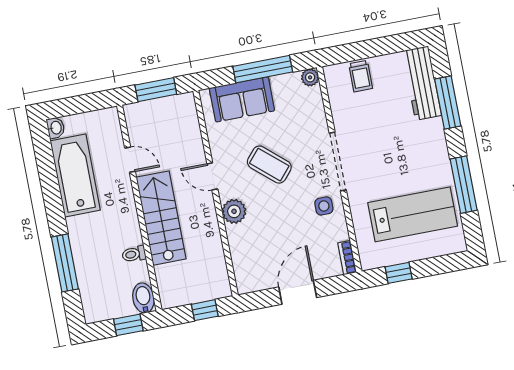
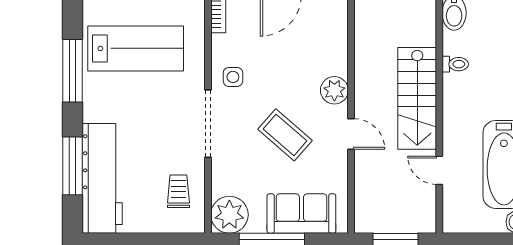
trolley: (361, 76) -> (178, 191), moved
plant: (310, 77) -> (229, 215), width x1.88, depth x1.88
workbench: (422, 83) -> (102, 178), width x1.36, depth x1.32
lab bench: (413, 214) -> (136, 48), turned 180

